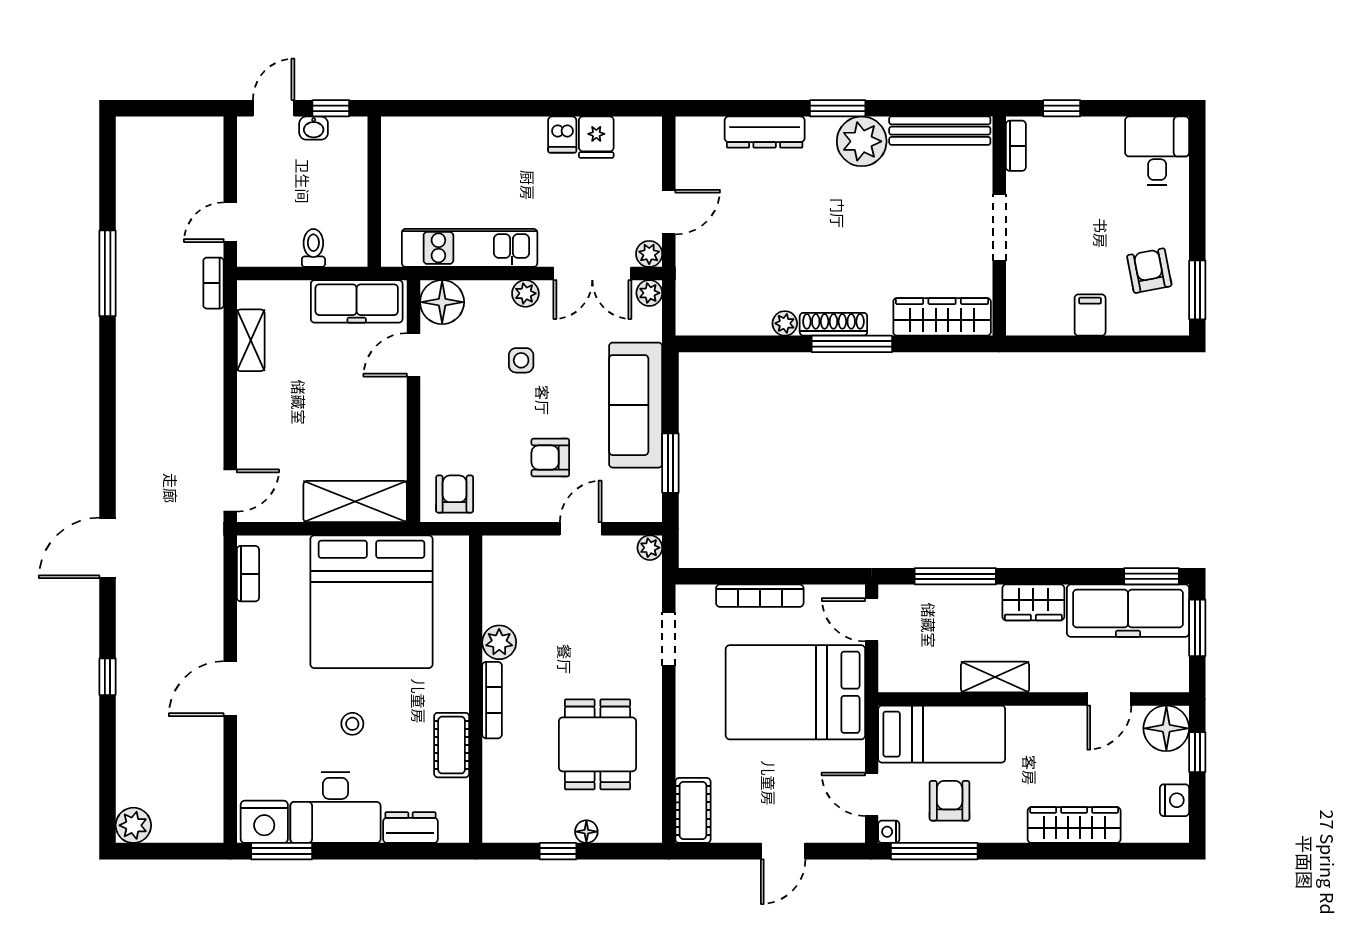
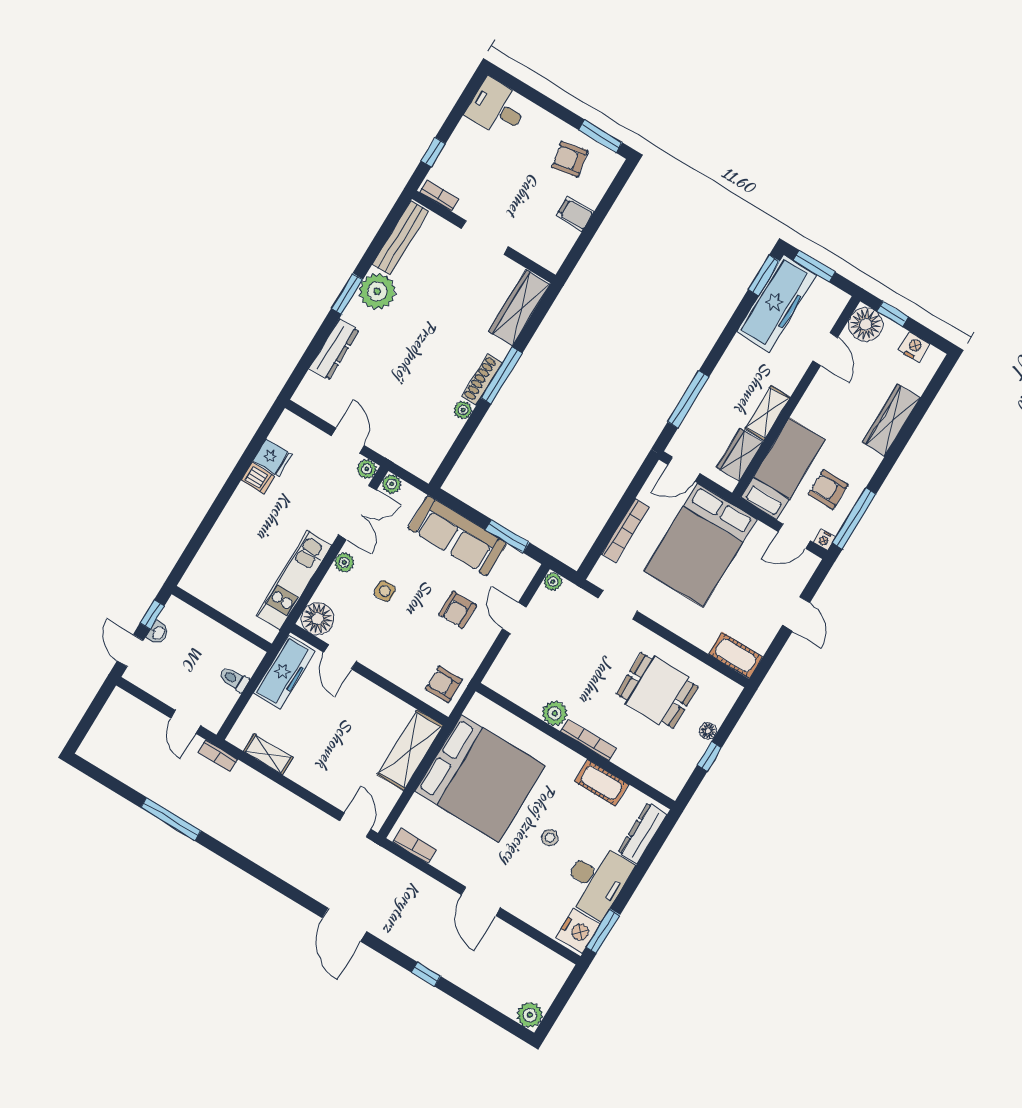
wardrobe: (1033, 602) -> (740, 455), moved, turned 180
dresser: (410, 828) -> (642, 833), width x1.44

